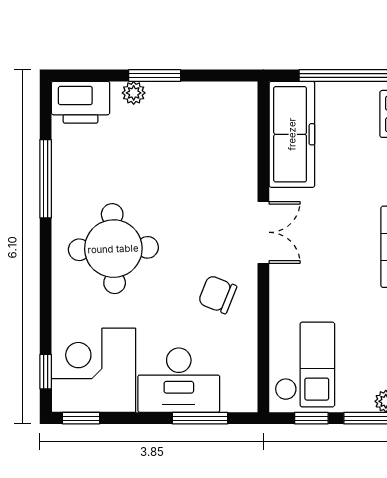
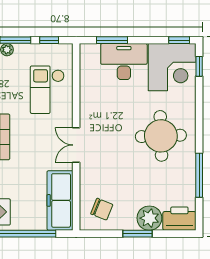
plant: (134, 93) -> (149, 218), width x1.87, depth x1.87
chair: (217, 294) -> (102, 209), moved
checkout: (305, 365) -> (47, 90), moved

